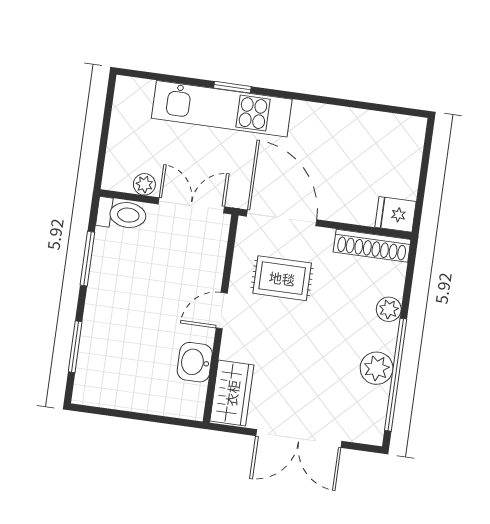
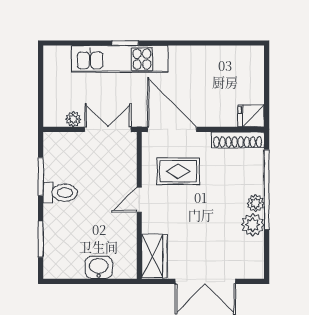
toilet: (122, 214) -> (60, 193), moved
plant: (389, 309) -> (255, 203), moved
washbasin: (195, 362) -> (99, 267), moved, turned 90
window: (396, 375) -> (267, 190), moved

